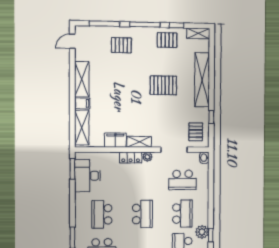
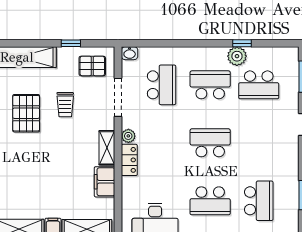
trolley: (169, 113) -> (65, 105), added

